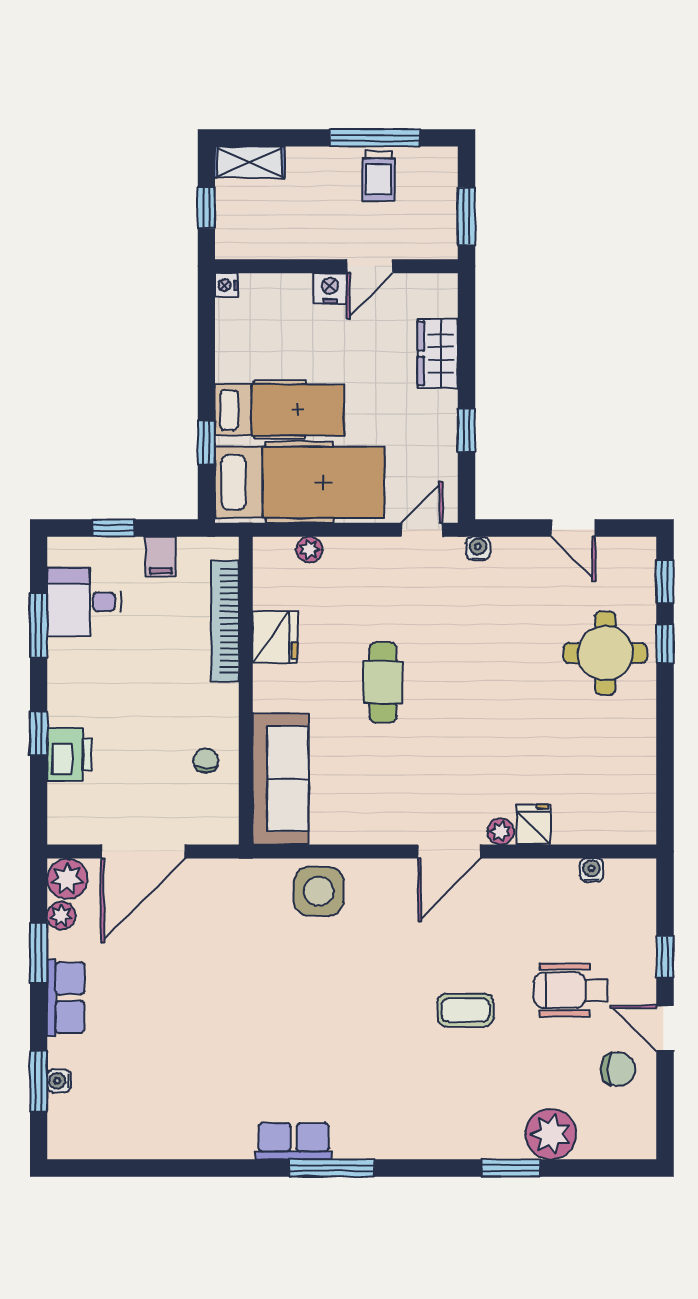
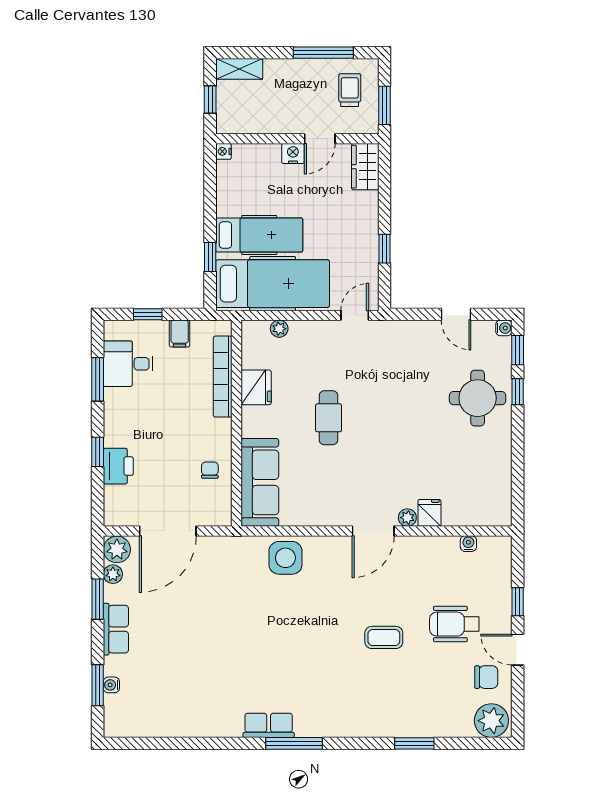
trolley: (379, 176) -> (350, 90), moved, turned 180
wardrobe: (438, 353) -> (365, 167), moved
water cooler: (478, 548) -> (504, 328), moved, turned 90
plant: (551, 1134) -> (491, 721), moved

